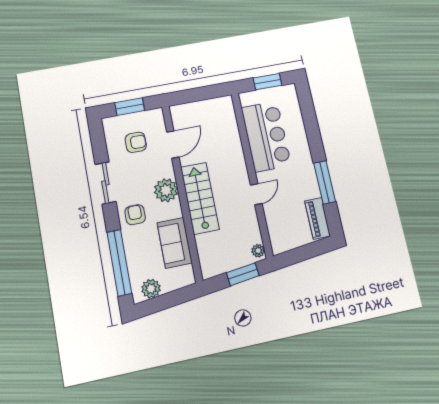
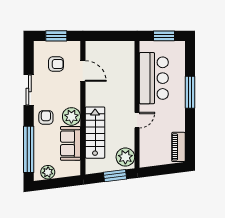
door: (173, 145) -> (83, 71), hinge flipped
window: (325, 182) -> (190, 92), moved
plant: (166, 190) -> (71, 116), moved
stairs: (200, 198) -> (95, 133), moved
plant: (258, 251) -> (125, 157), width x1.88, depth x1.88

